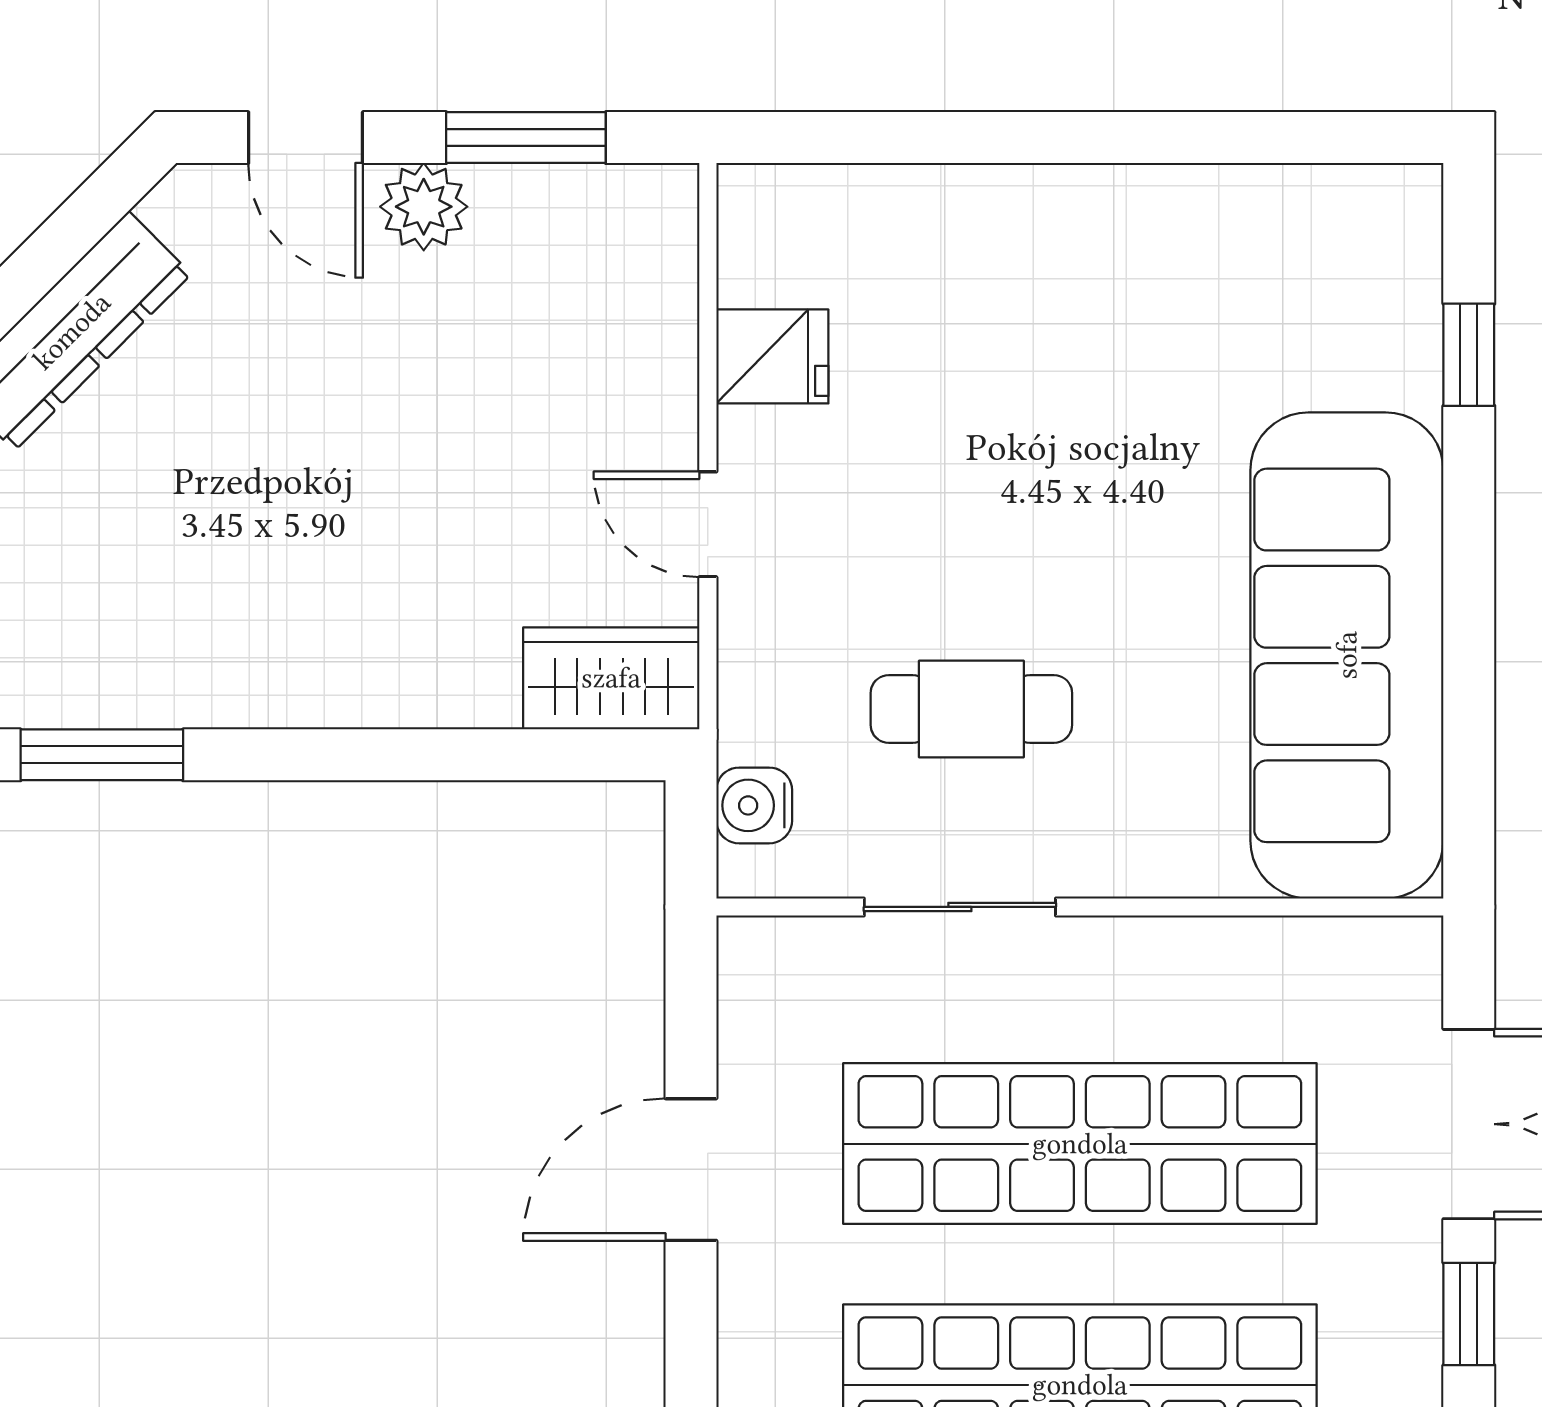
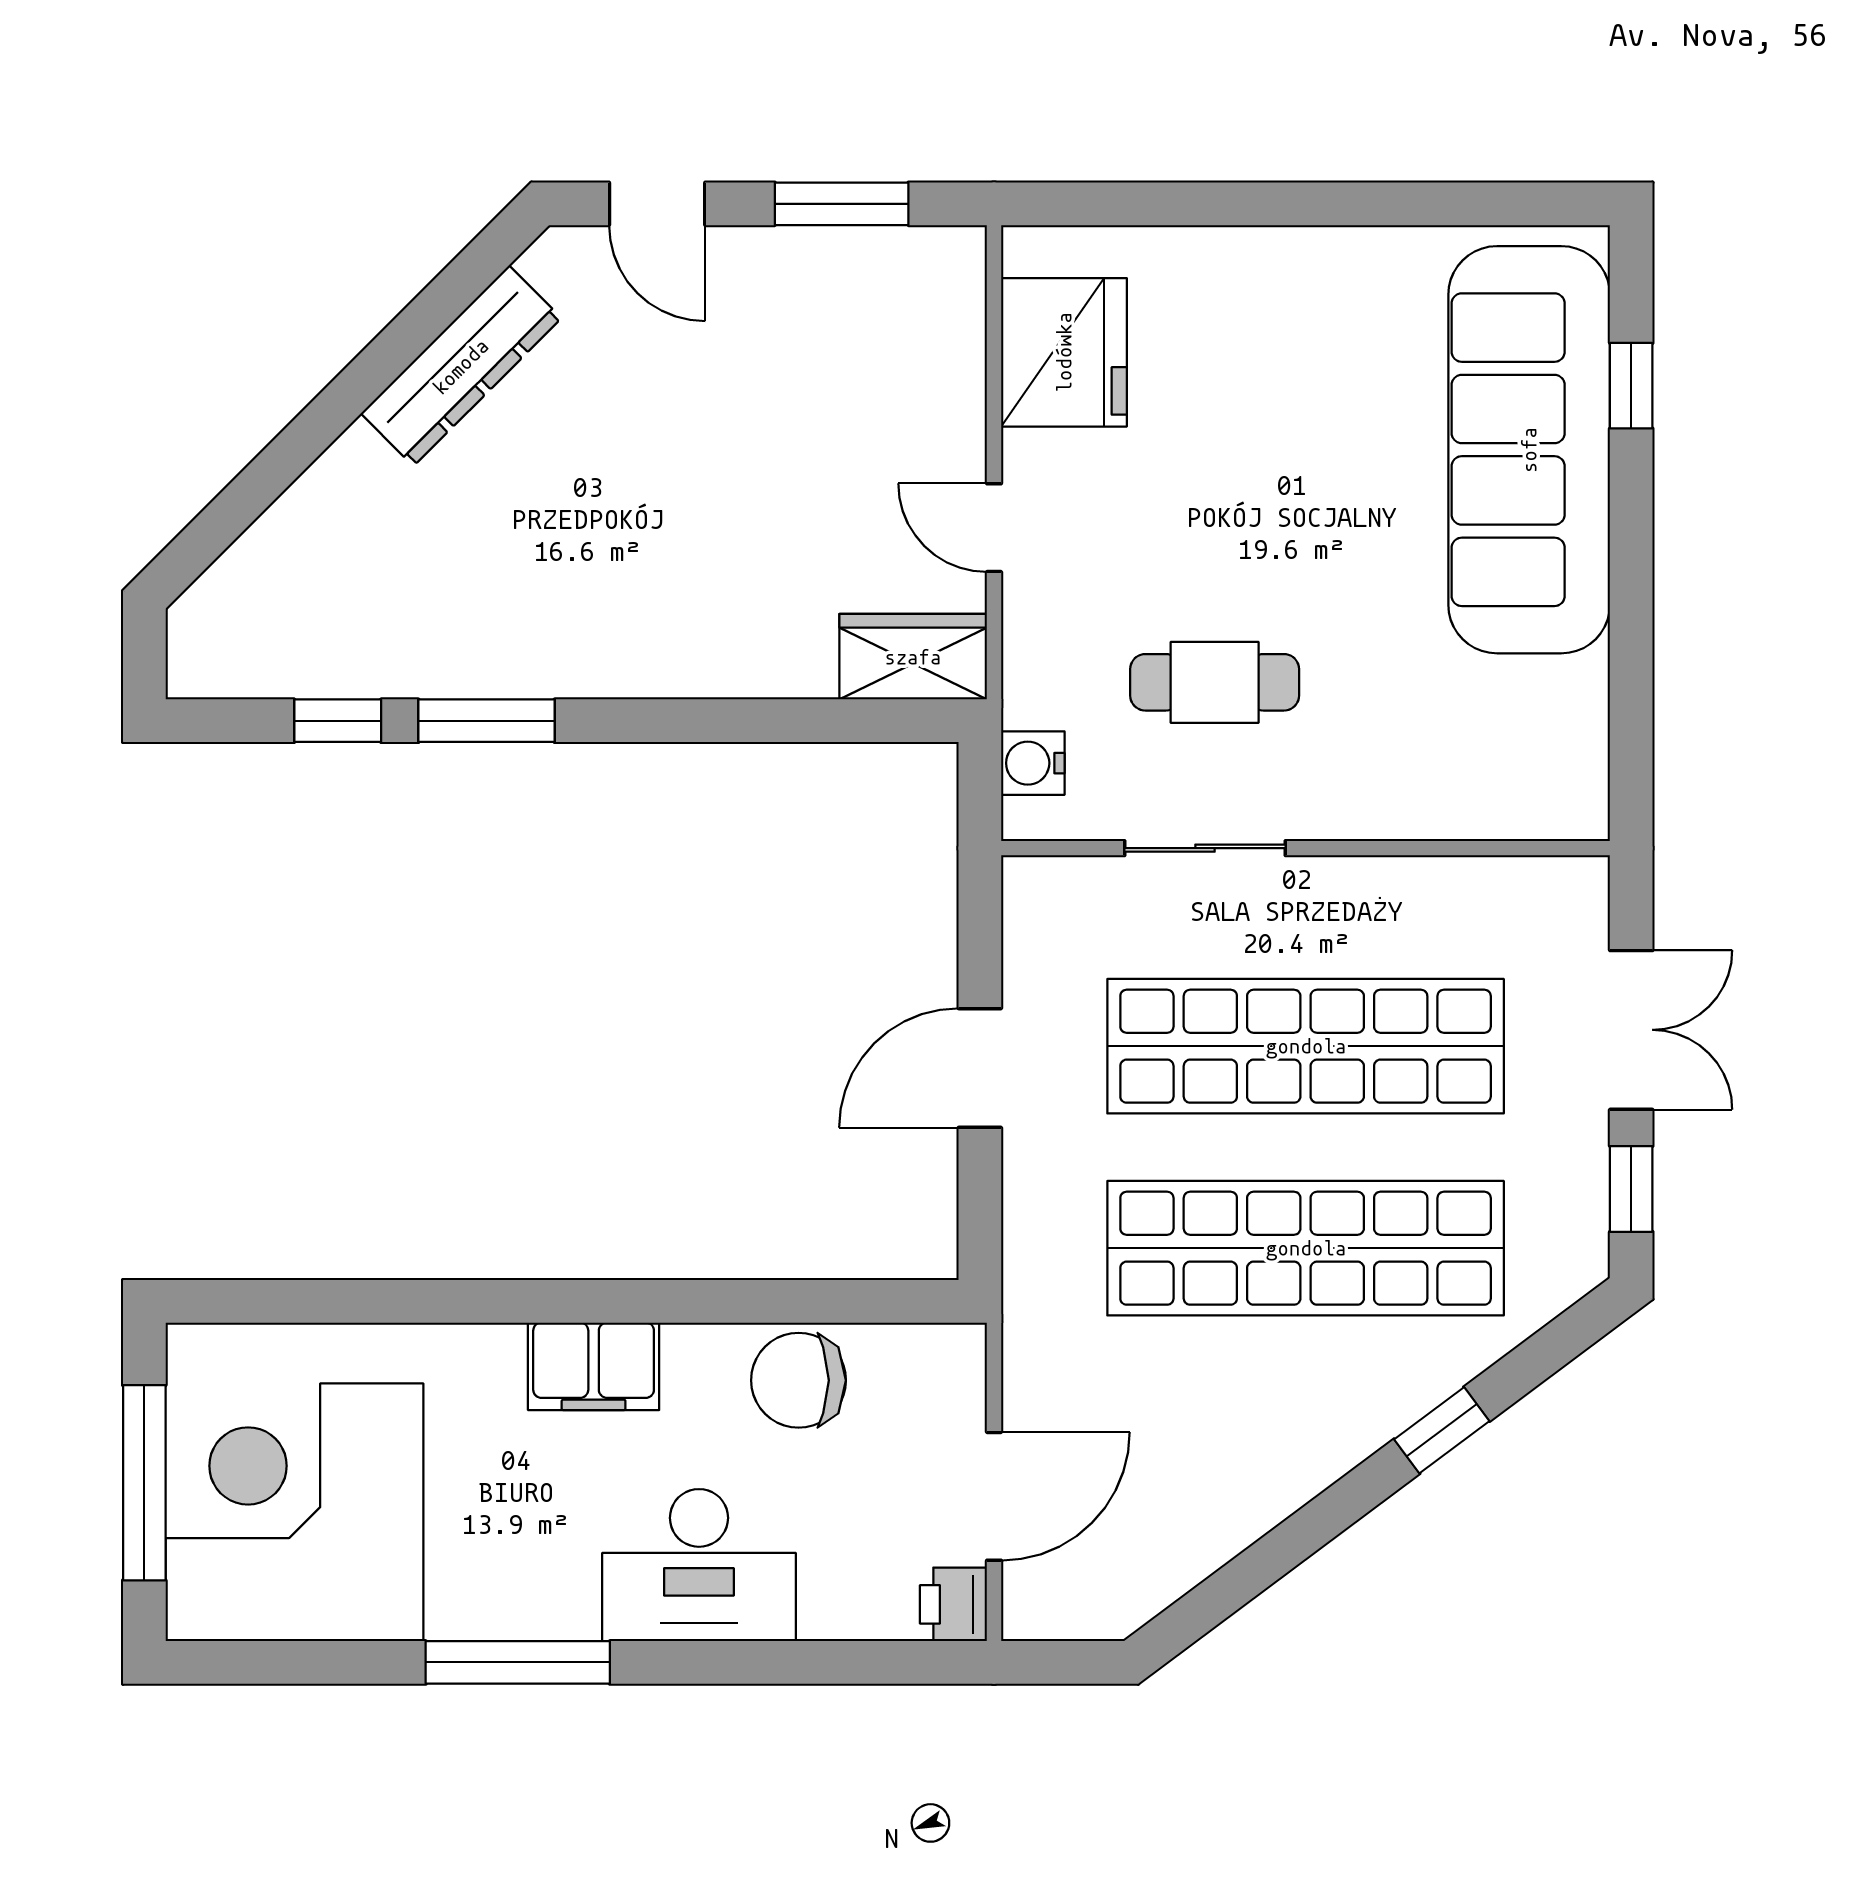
plant: (424, 207) -> (756, 262), removed
fridge: (772, 356) -> (1064, 352), width x1.88, depth x1.34
sofa: (1347, 655) -> (1529, 450), moved

